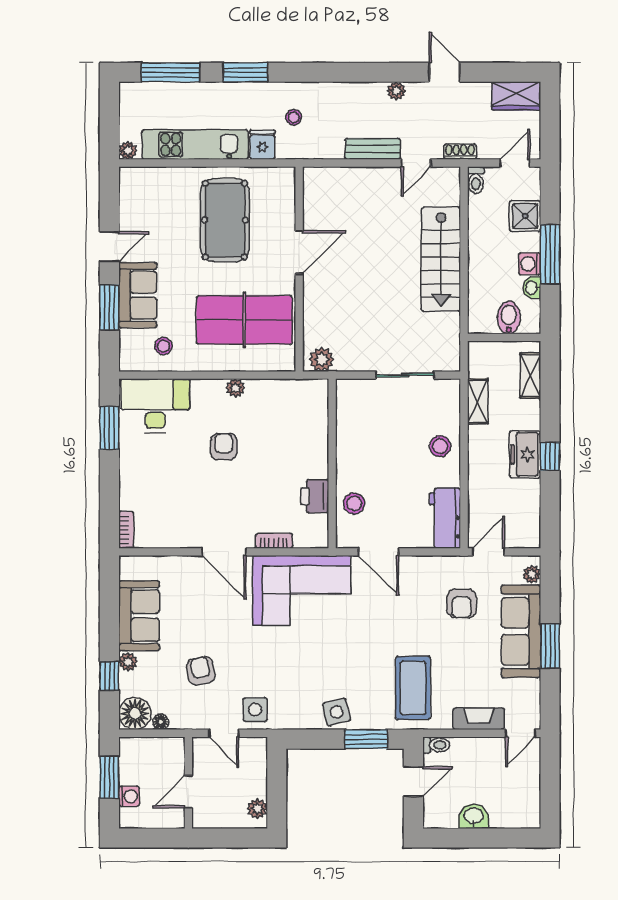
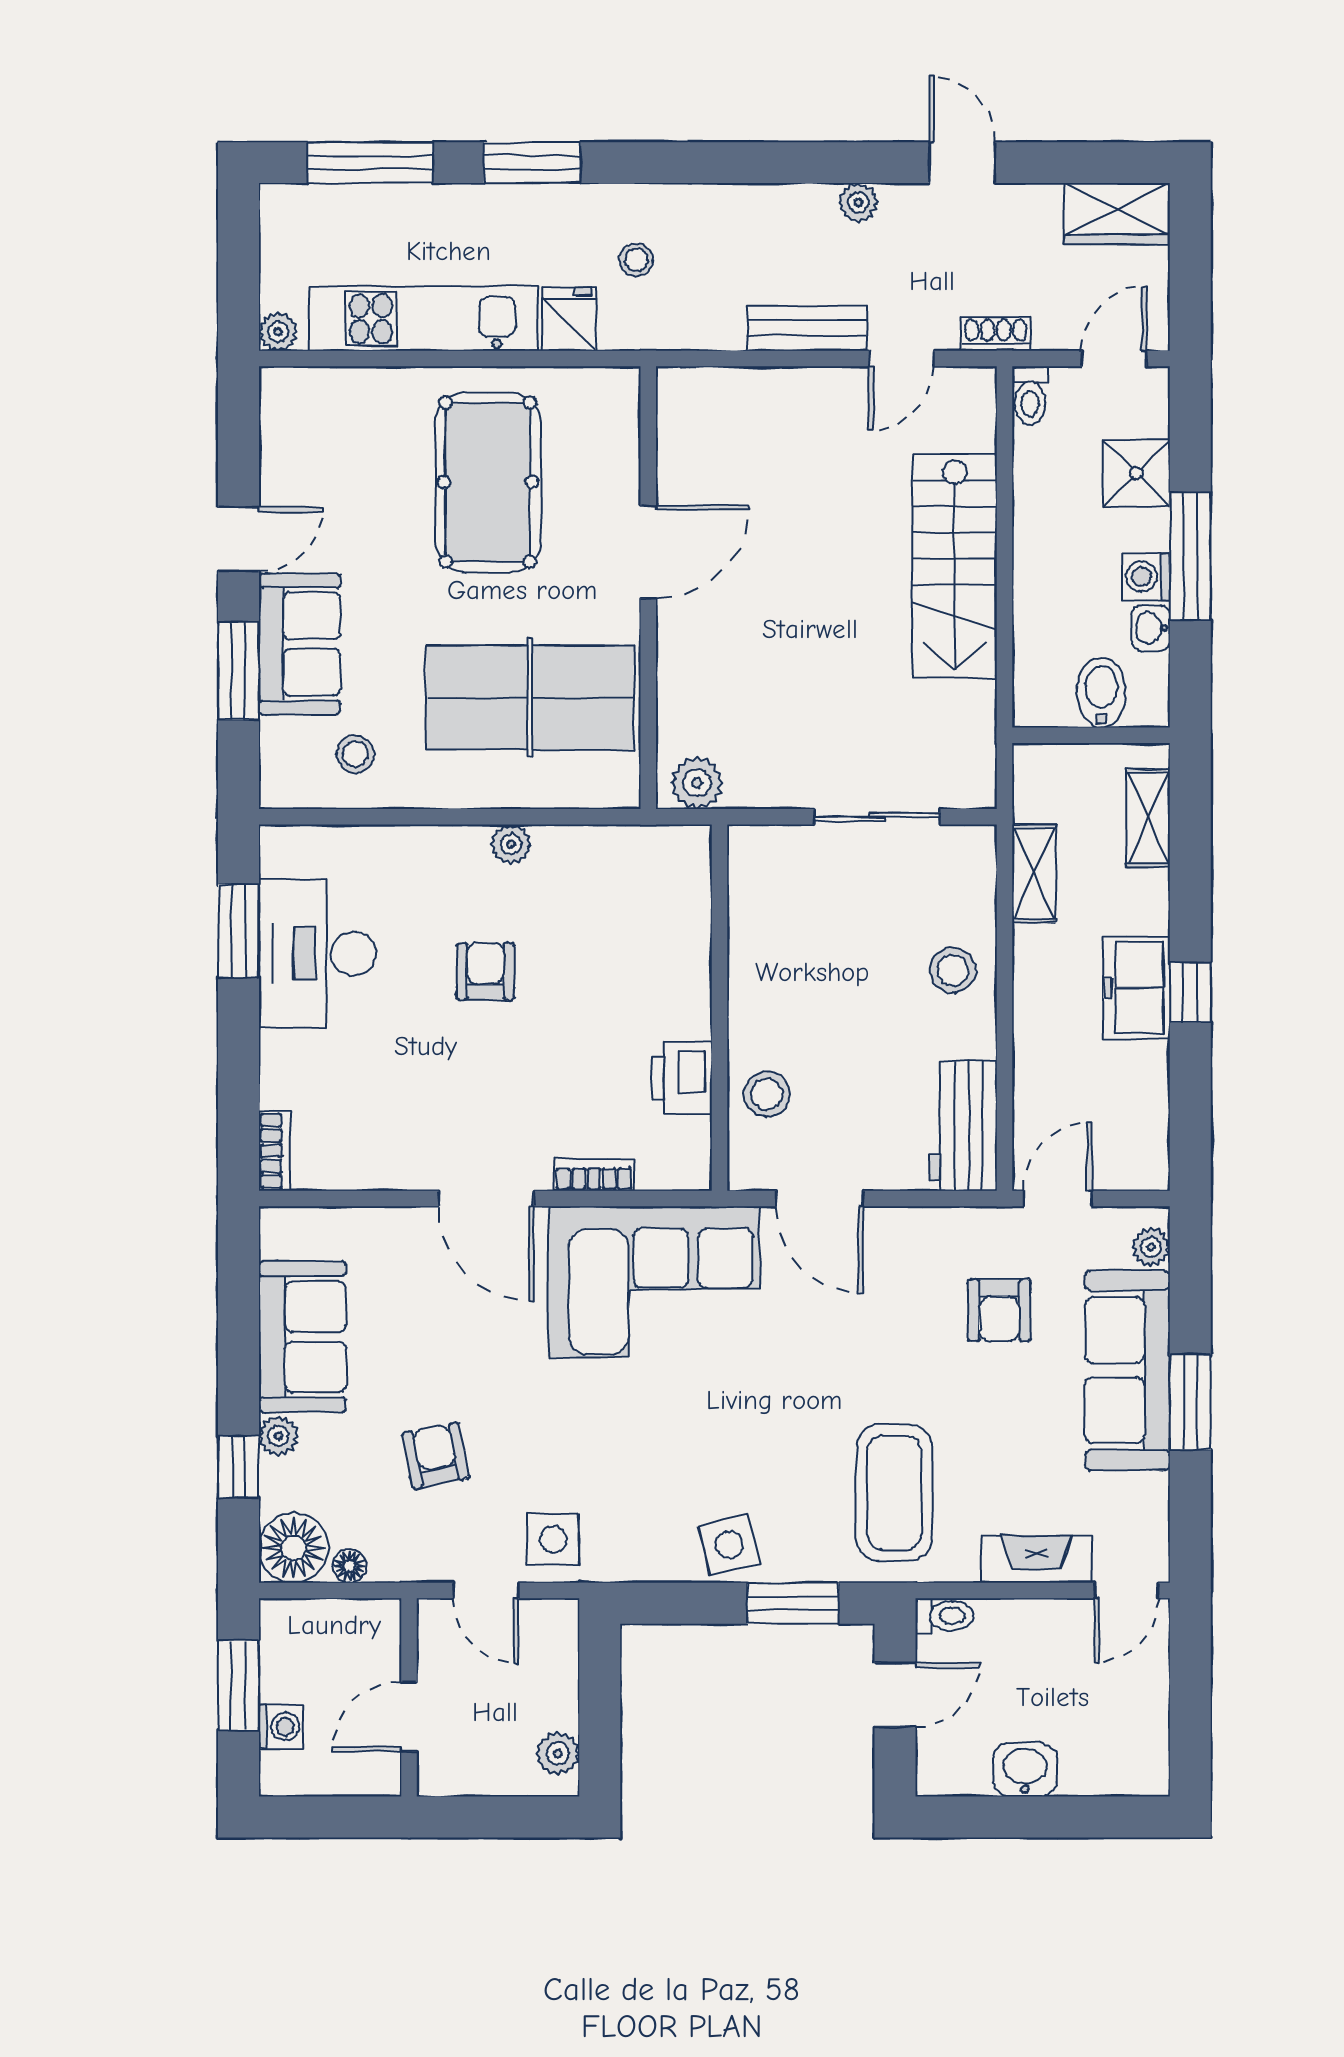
desk: (155, 406) -> (317, 954), moved, turned -90

